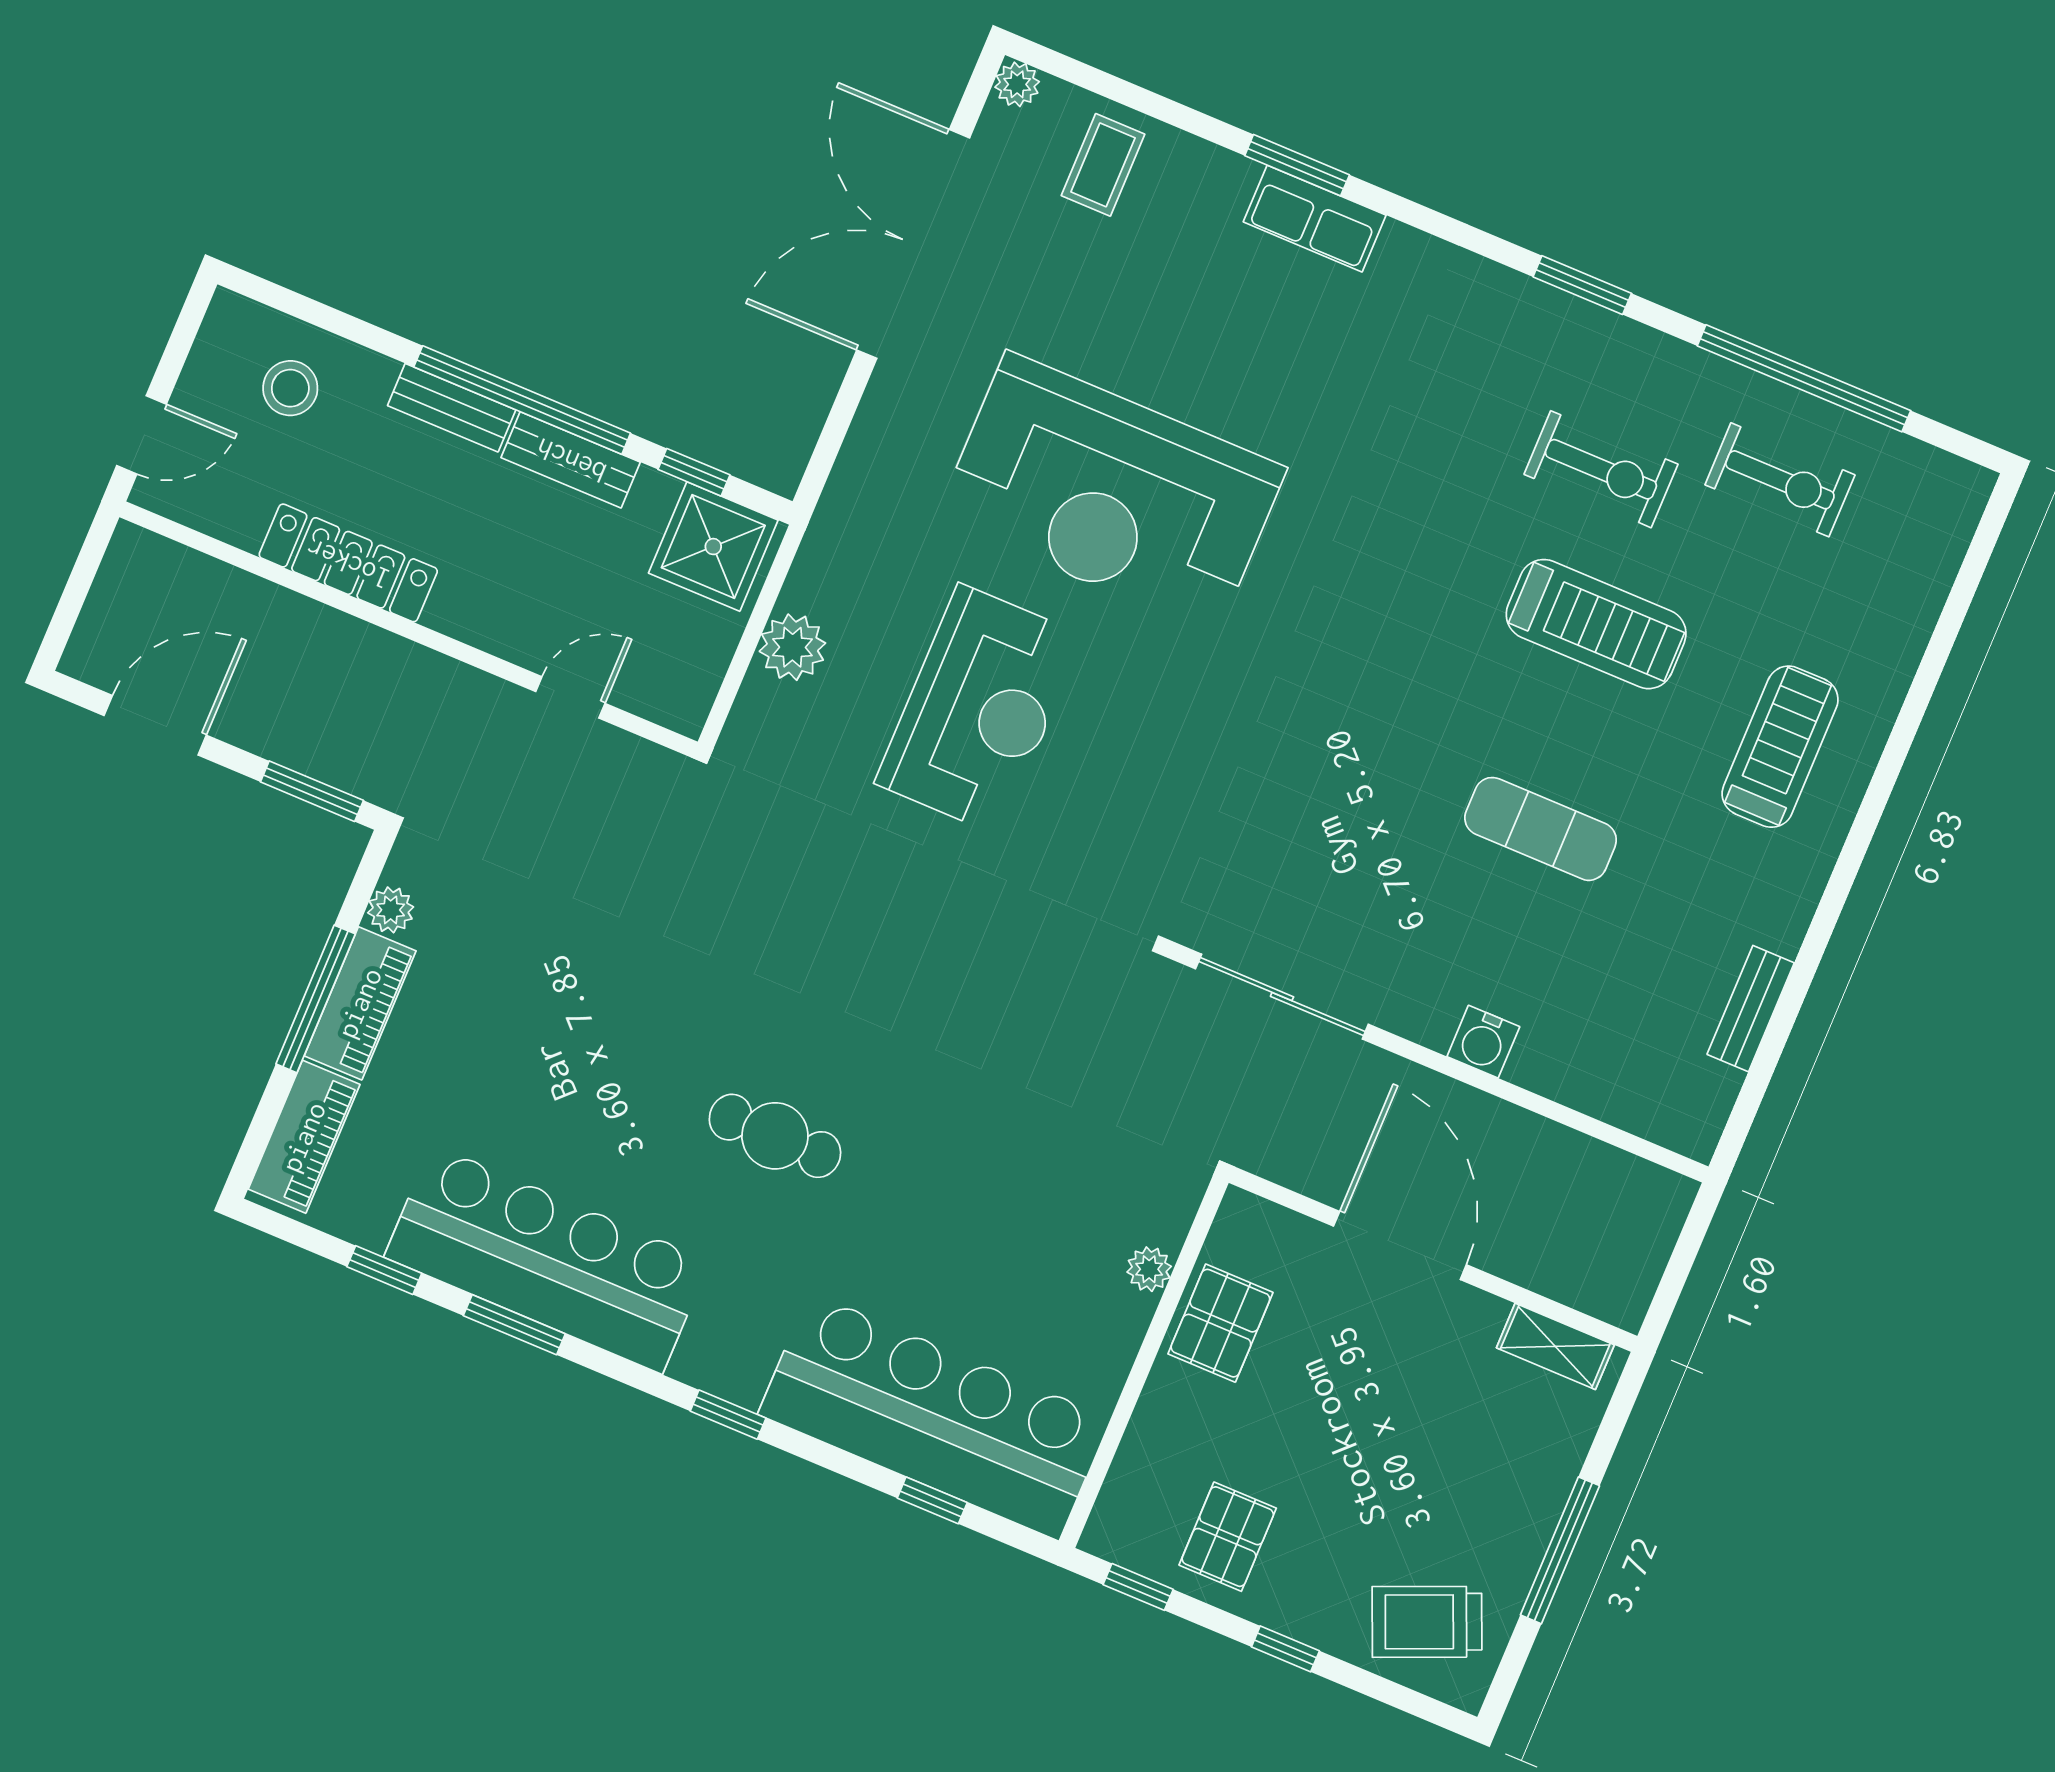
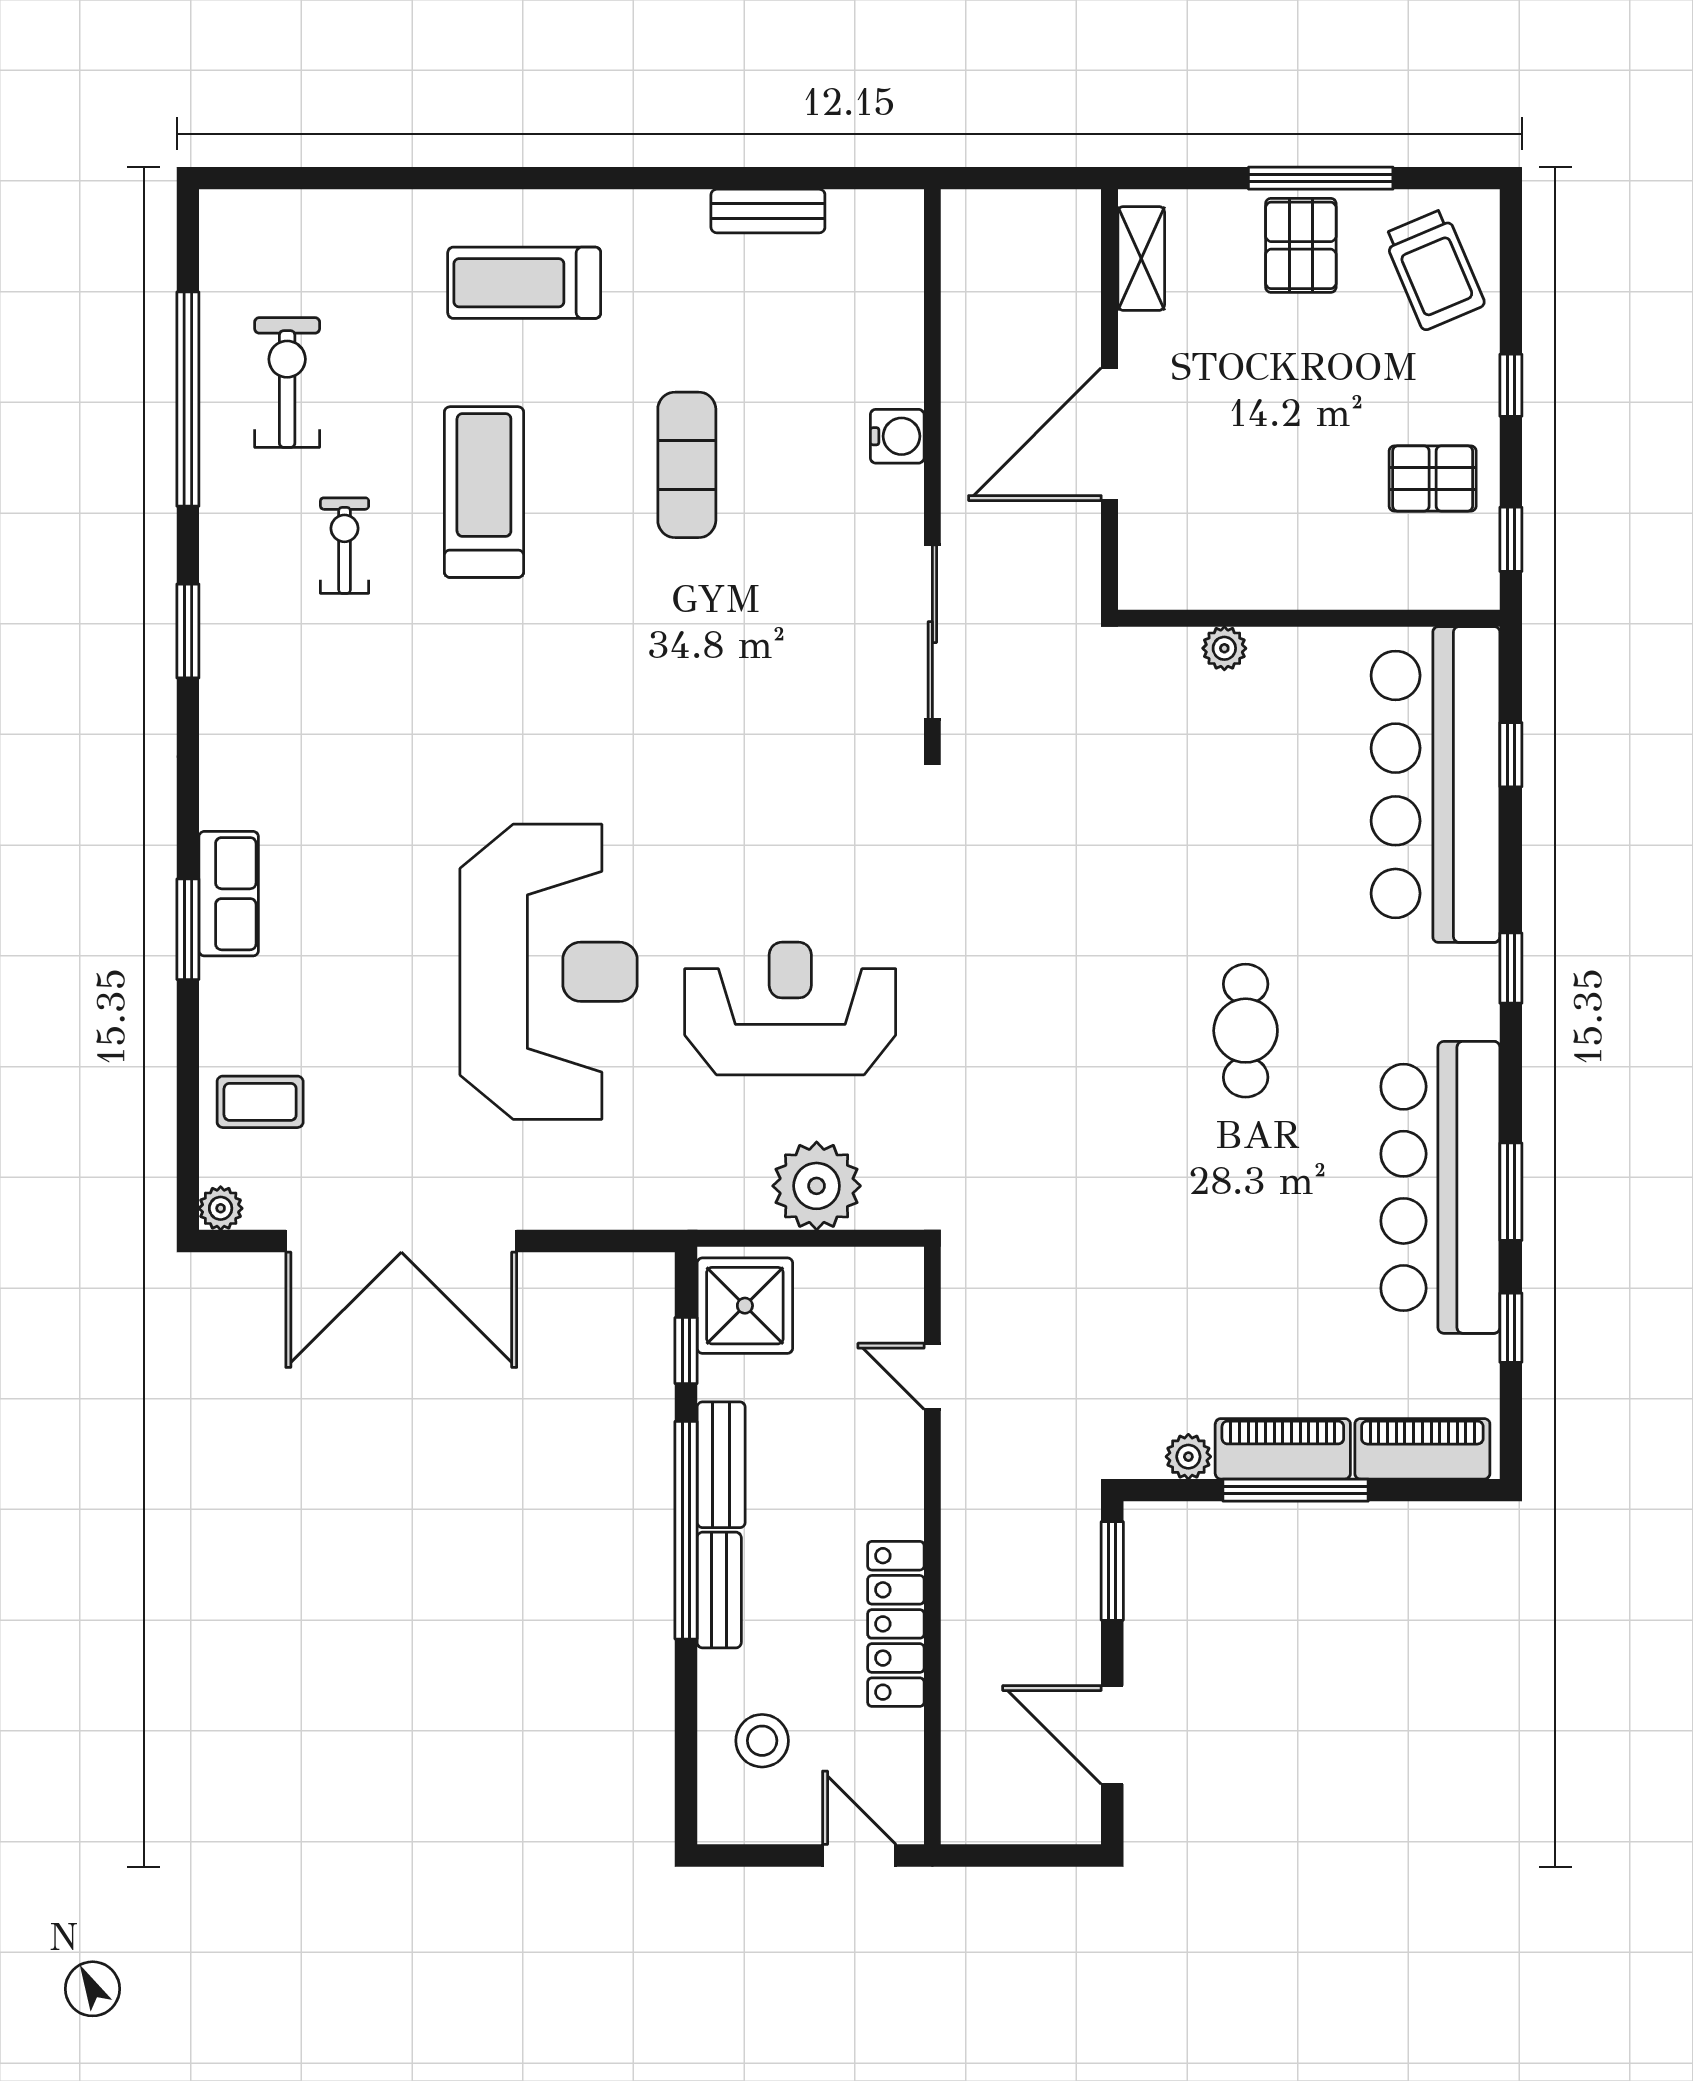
exercise bike: (1601, 469) -> (345, 546), width x0.73, depth x0.72
plant: (792, 647) -> (817, 1186), width x1.36, depth x1.36
pallet: (1220, 1323) -> (1301, 245), moved, turned 90

